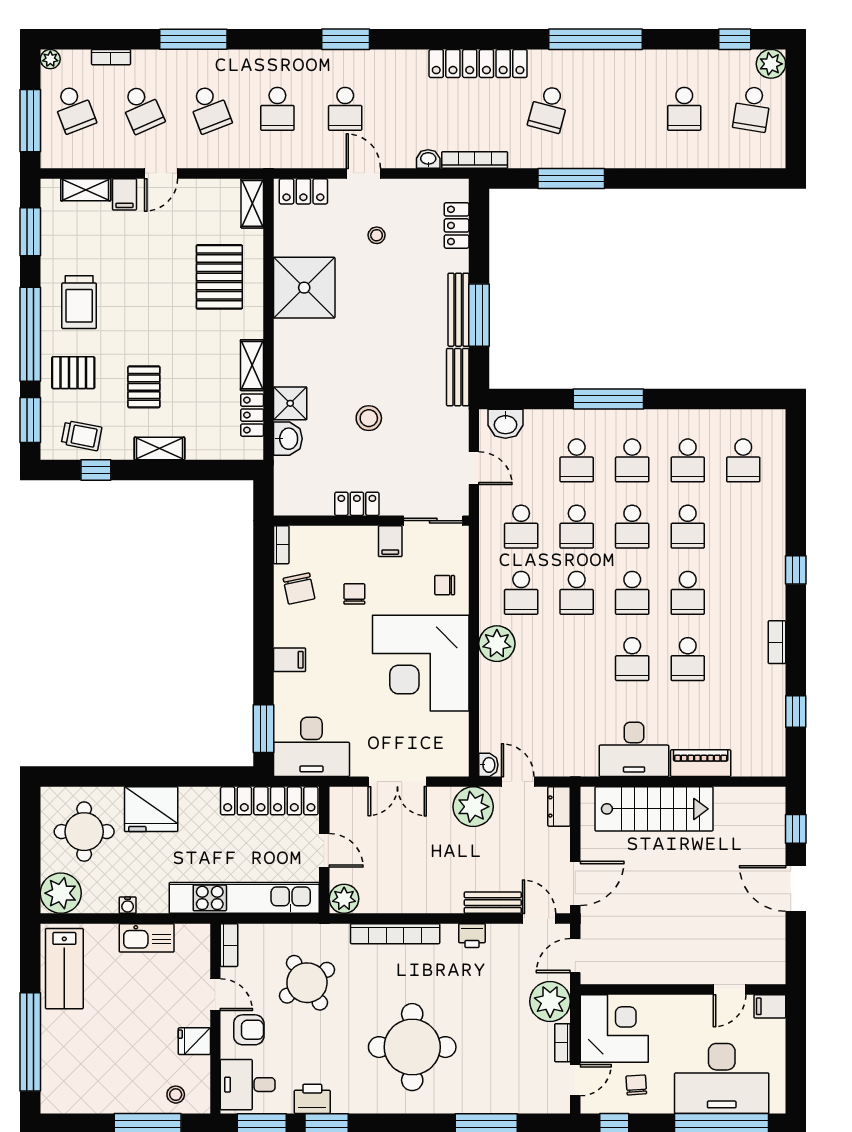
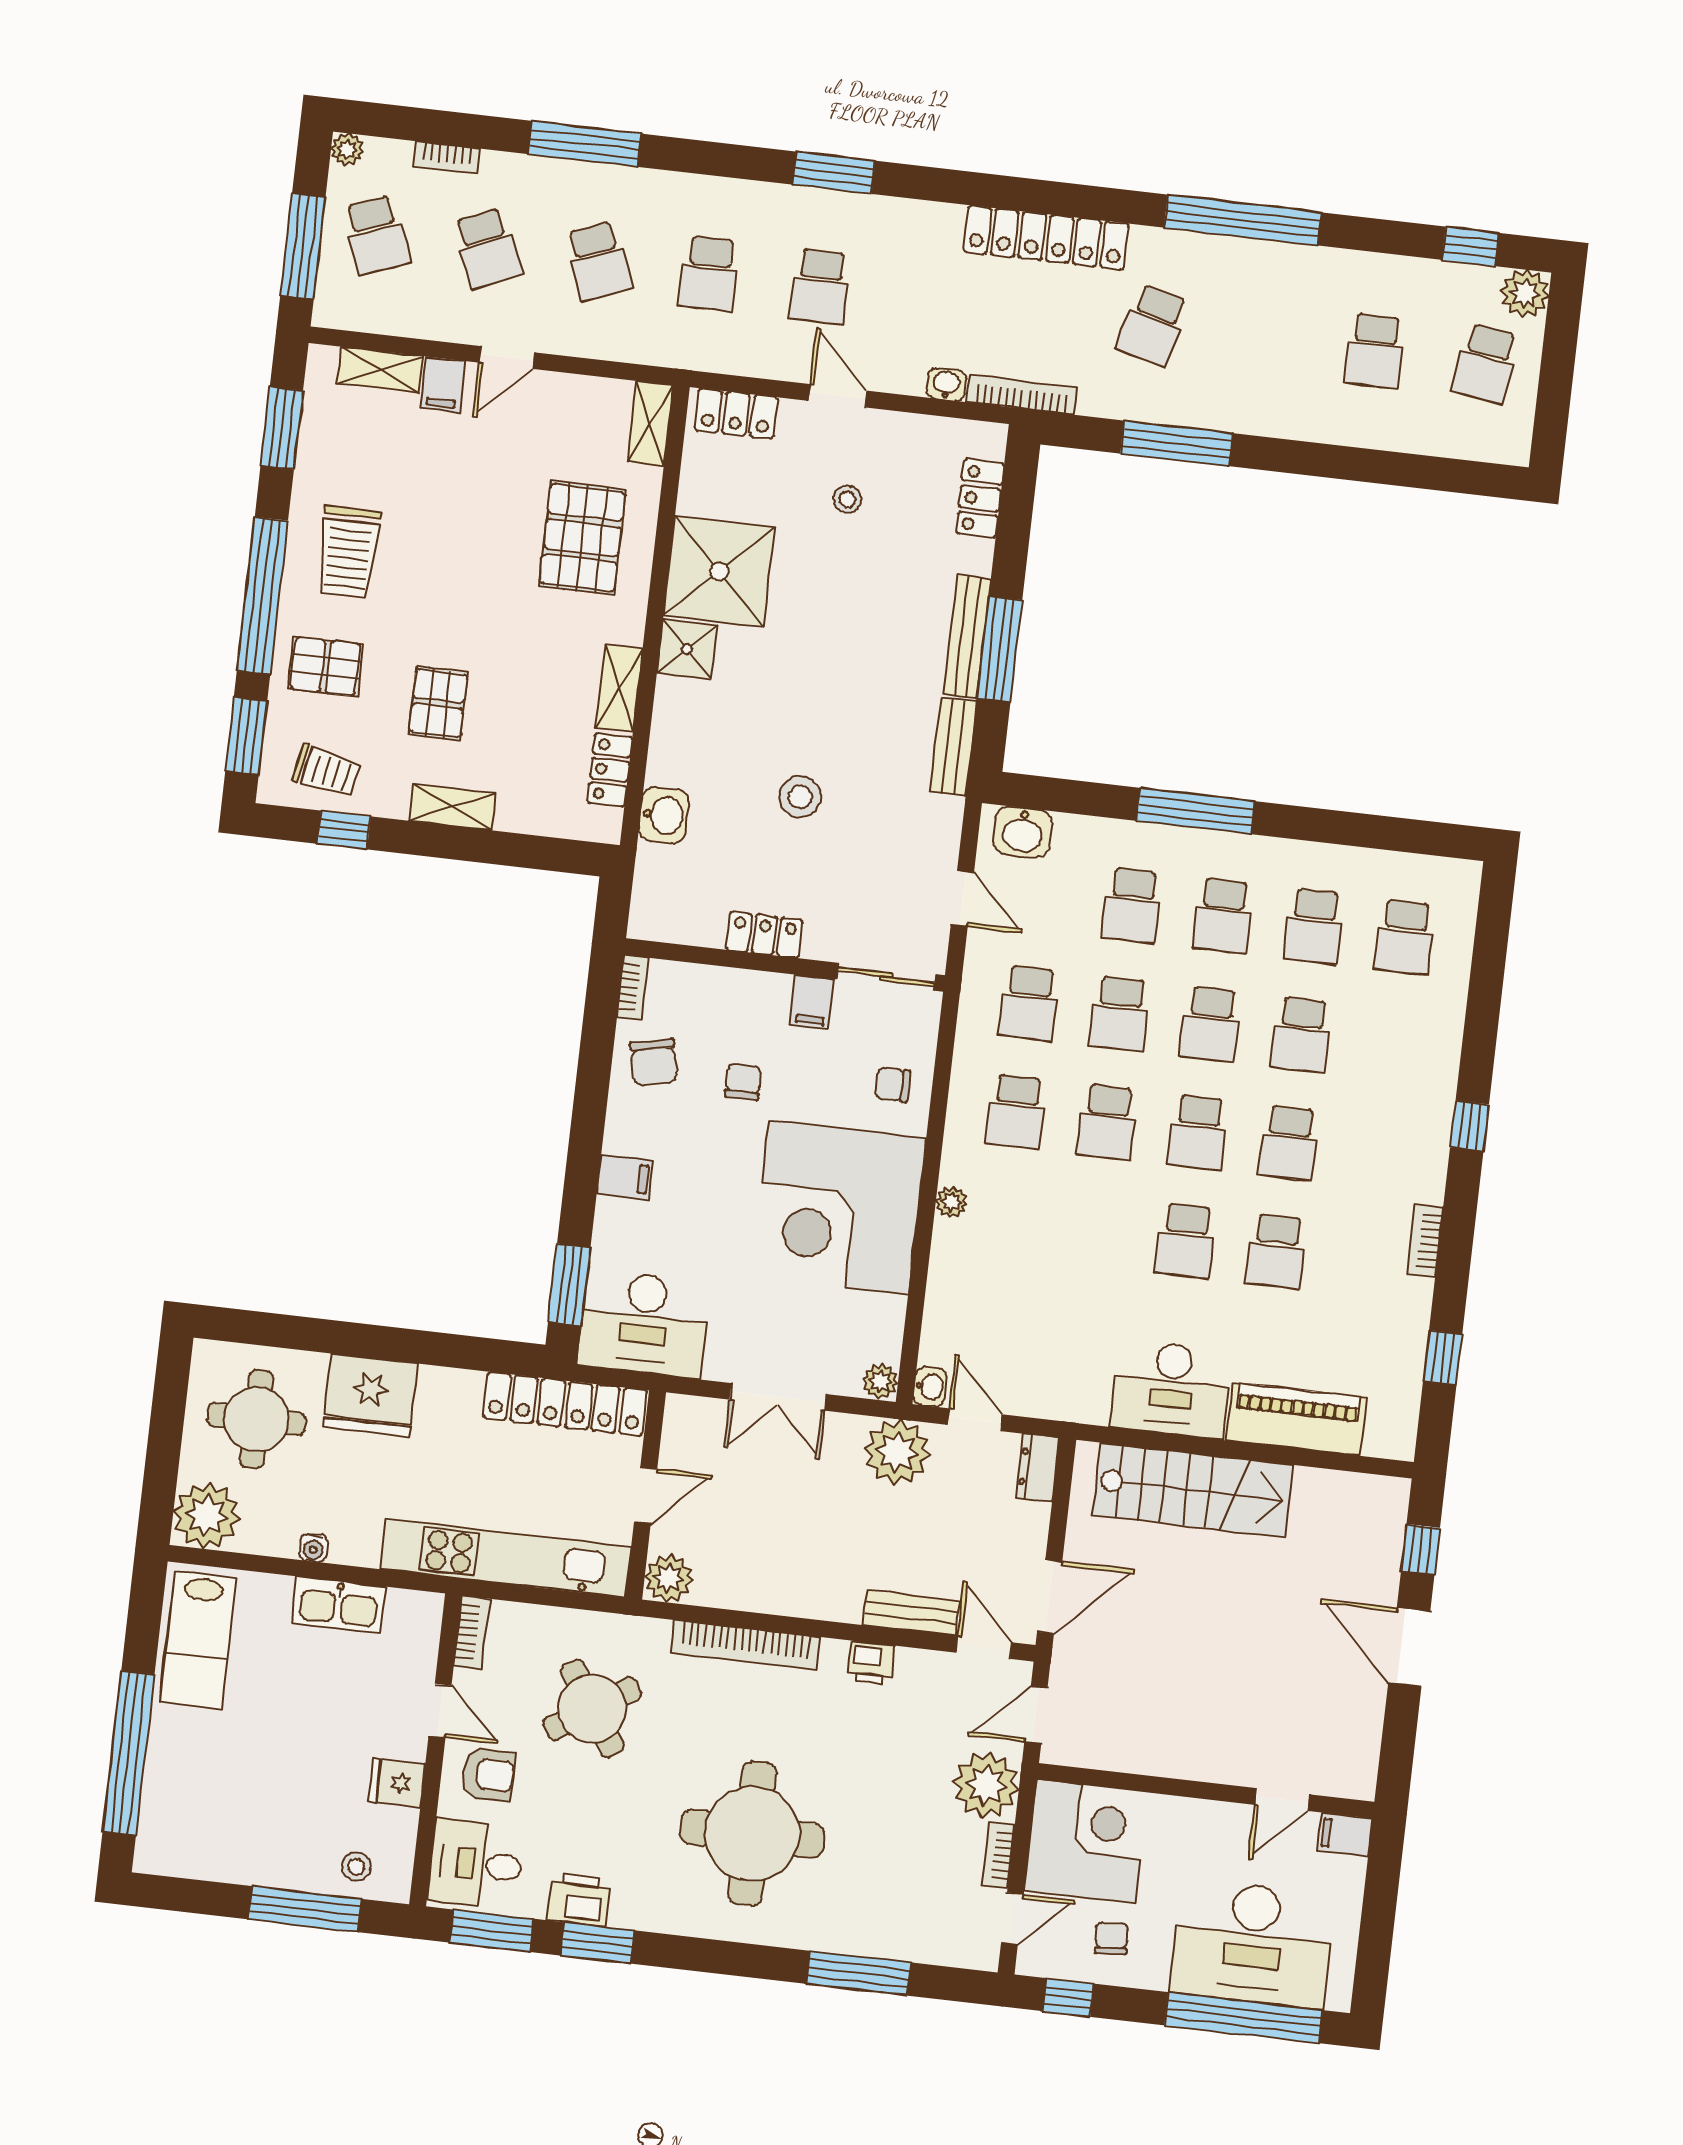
shower: (290, 403) -> (687, 649), moved
plant: (497, 644) -> (952, 1202), width x0.53, depth x0.53
piano: (701, 763) -> (1296, 1419), width x1.37, depth x1.33
plant: (458, 765) -> (880, 1381), added
door: (324, 850) -> (646, 1495), hinge flipped

